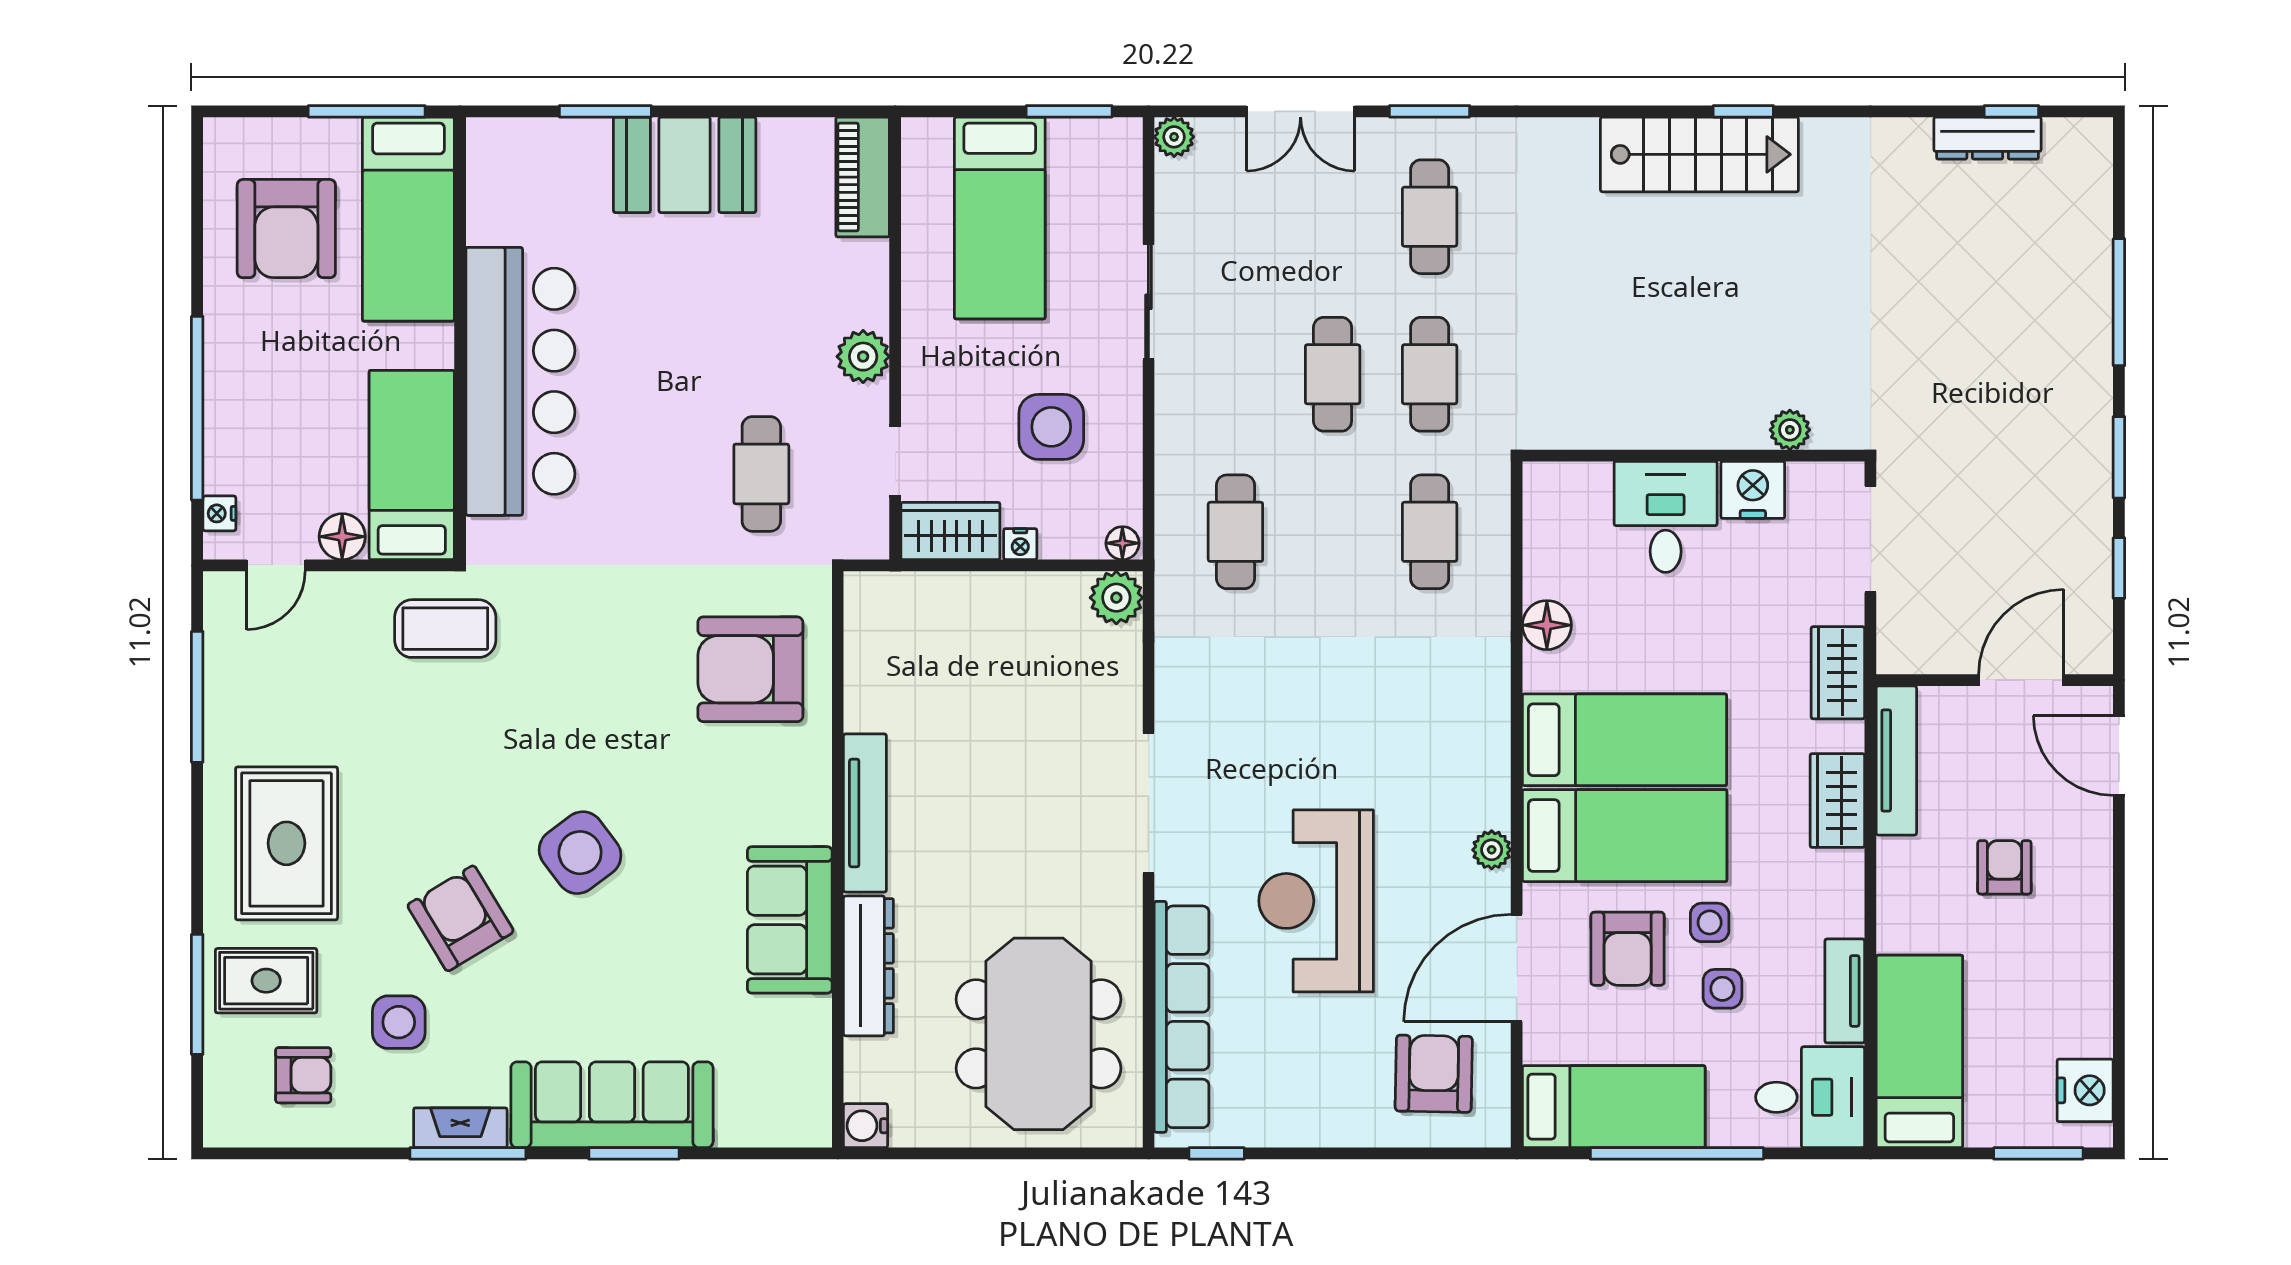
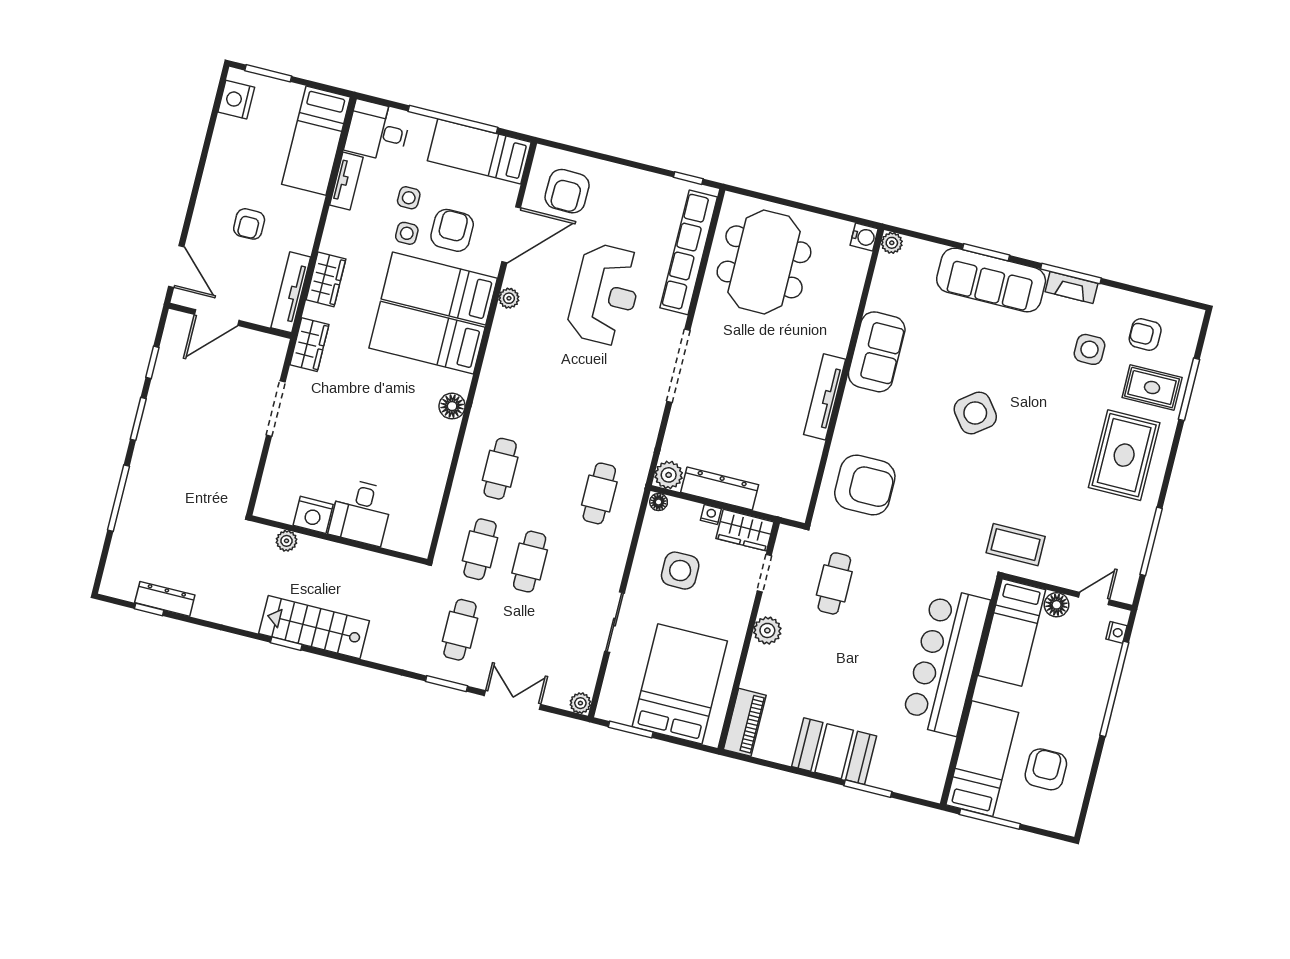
bed: (1000, 218) -> (680, 684), width x1.50
armchair: (286, 229) -> (1046, 769), width x0.73, depth x0.73
plant: (1790, 430) -> (287, 541), moved
wall: (1693, 456) -> (339, 540), moved
nightstand: (1753, 490) -> (313, 515), moved
desk: (1666, 517) -> (361, 512), moved
armchair: (460, 918) -> (1045, 395), removed
dresser: (868, 966) -> (720, 488), moved, turned 90
plant: (812, 1128) -> (892, 243), added

